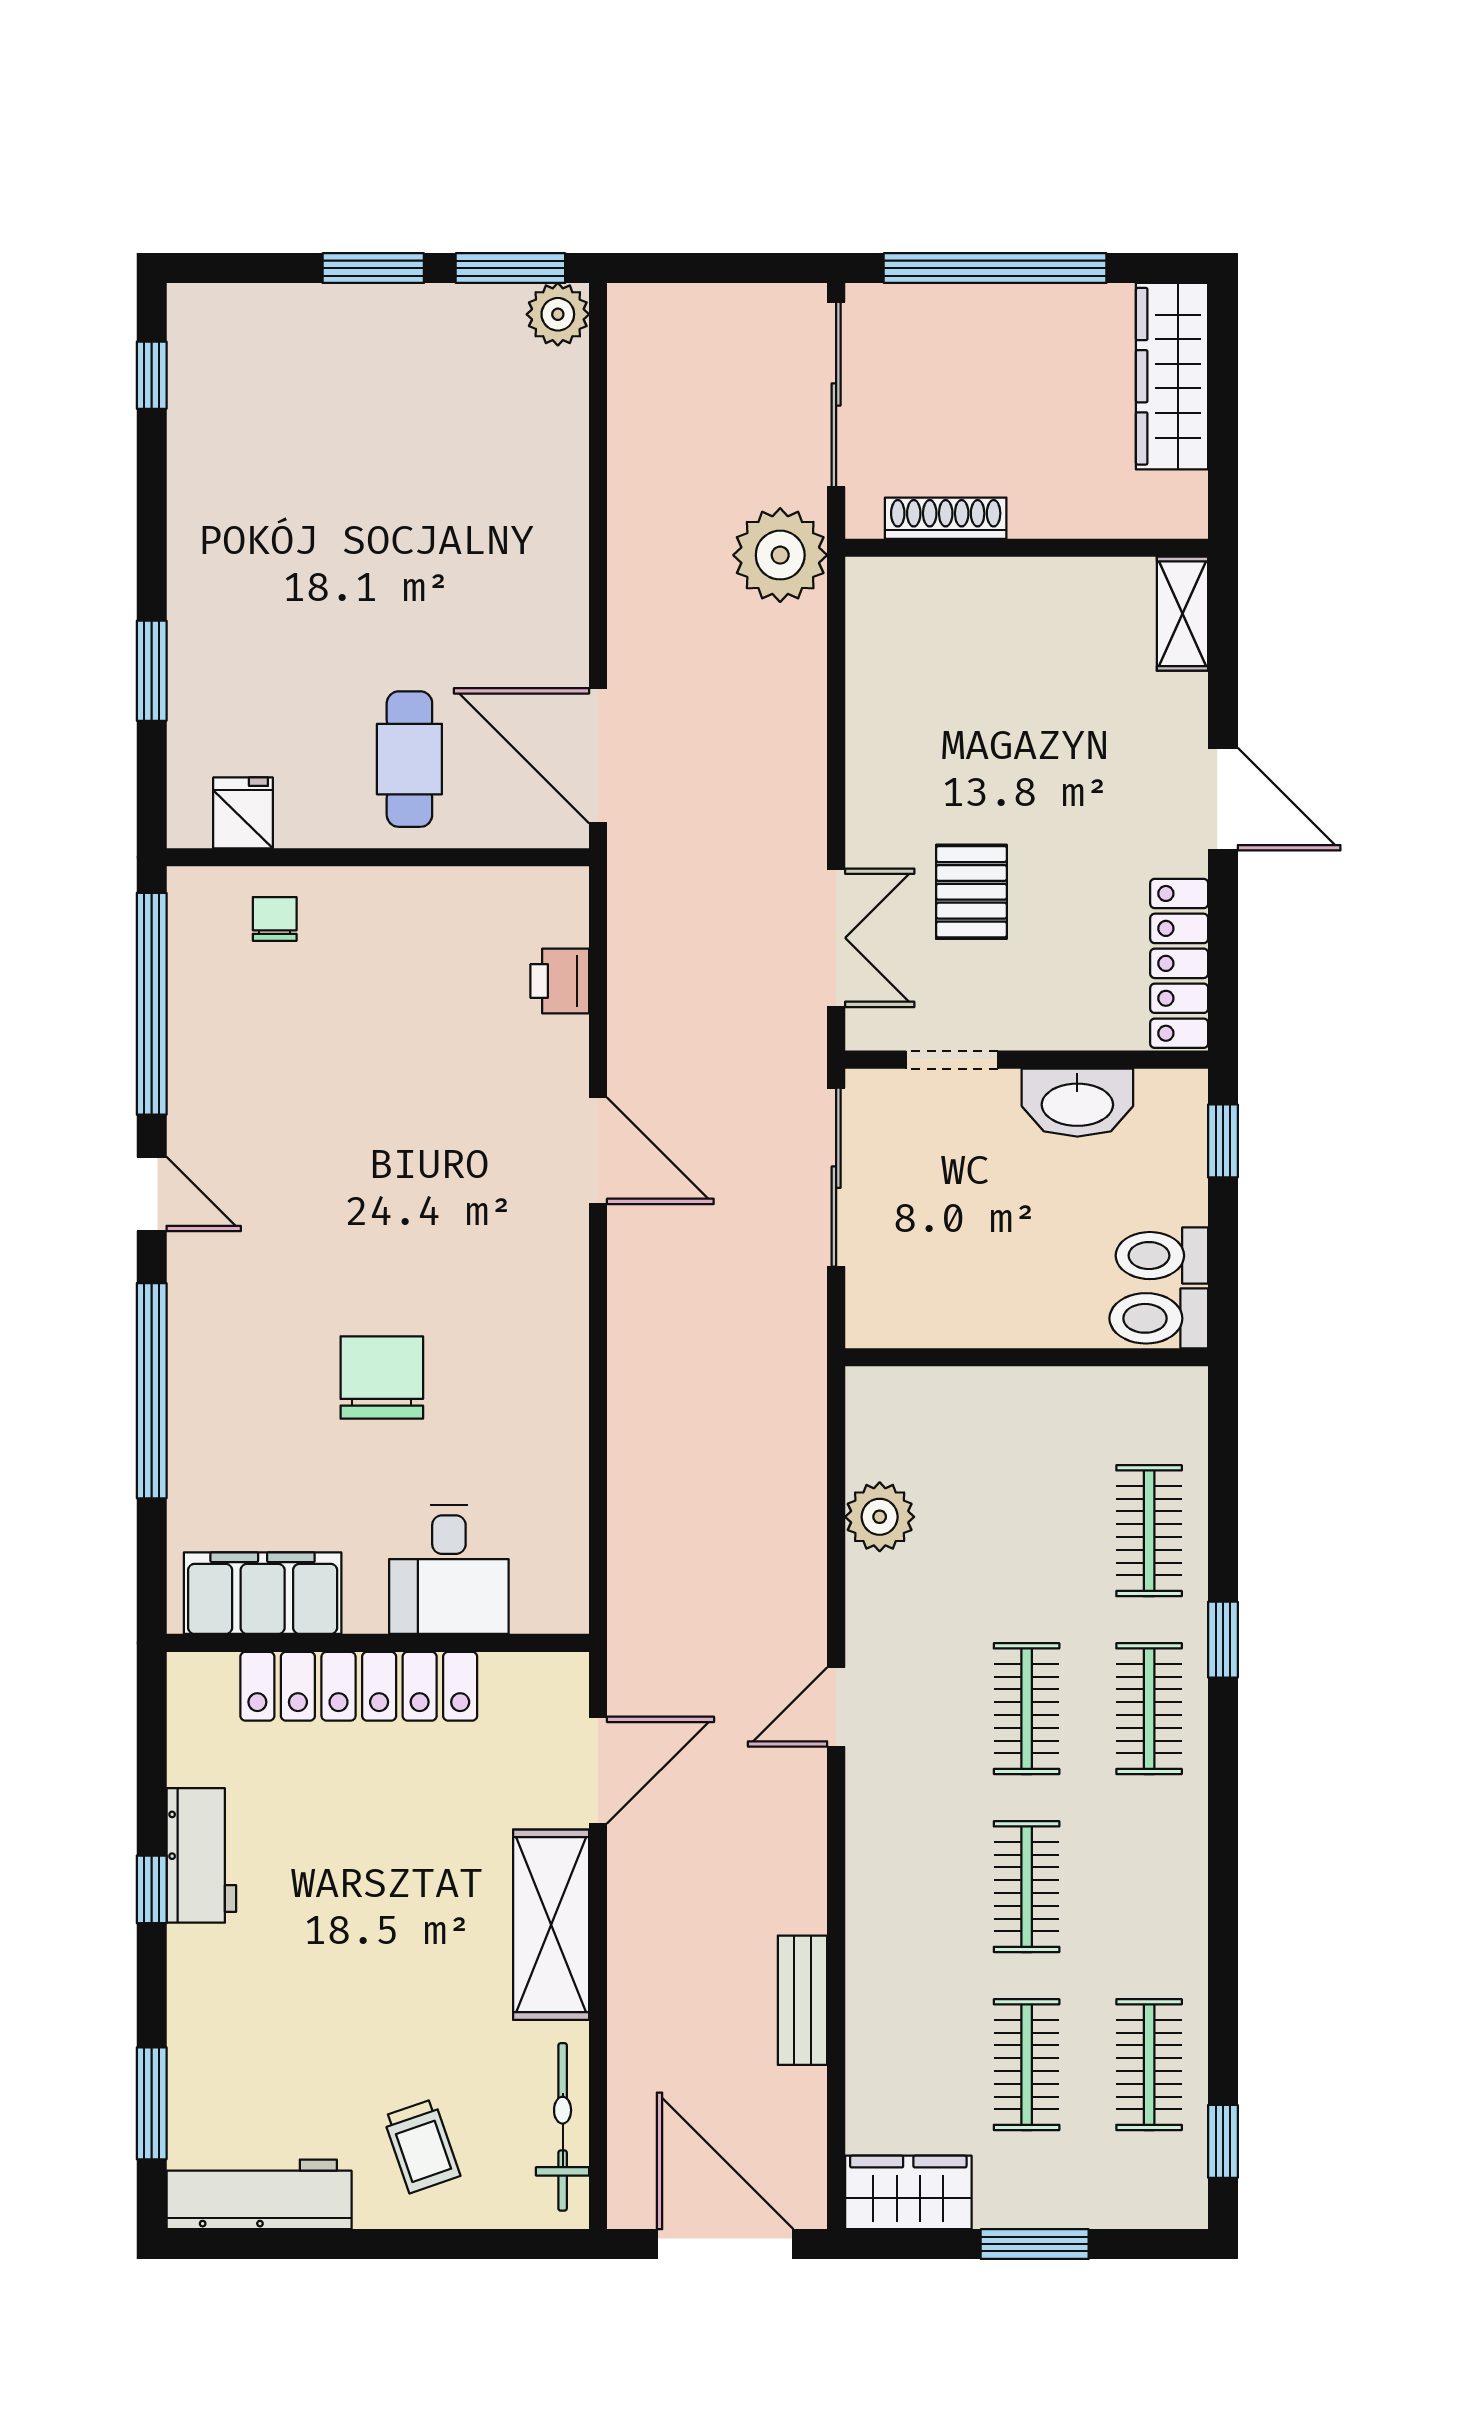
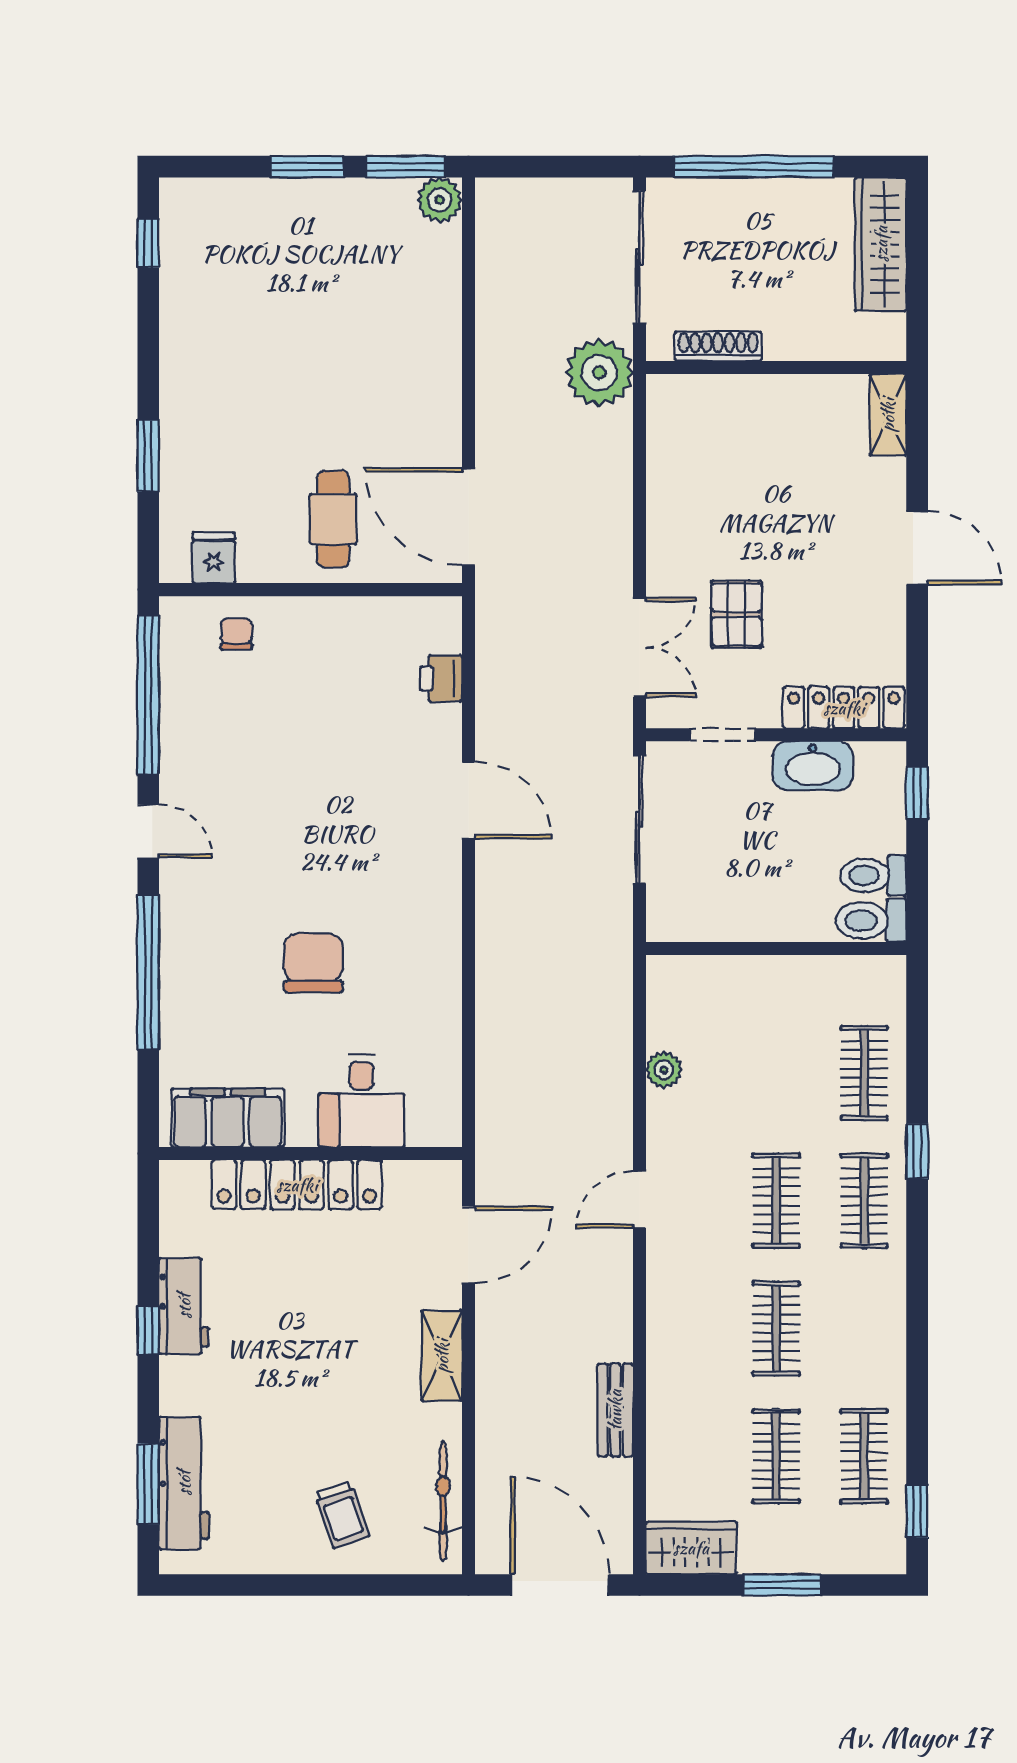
locker: (1179, 963) -> (844, 708), moved, turned 90
plant: (880, 1517) -> (664, 1070), width x0.73, depth x0.73
shelving: (551, 1925) -> (442, 1356), width x0.67, depth x0.75
workbench: (259, 2194) -> (184, 1483), moved, turned 90

